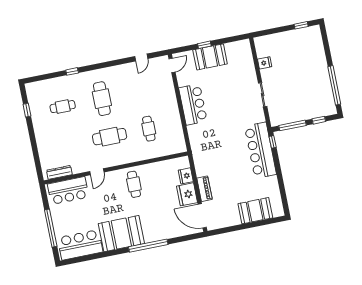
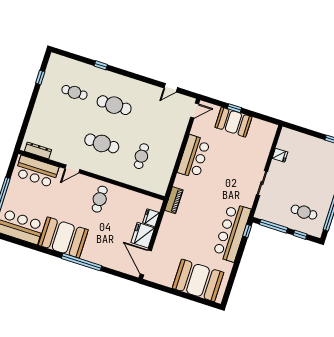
cafe table: (102, 99) -> (114, 105), turned 90
cafe table: (311, 99) -> (304, 212), added
piano: (204, 189) -> (174, 200), moved
booth: (255, 211) -> (198, 280), width x1.36, depth x1.42

